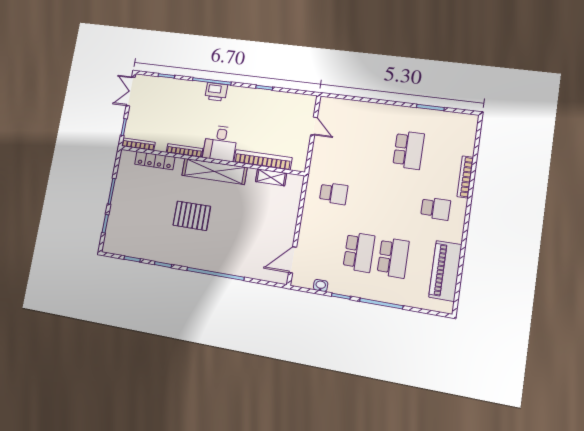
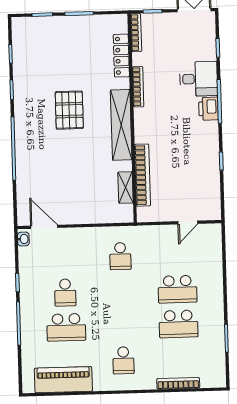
desk: (220, 143) -> (199, 79), moved, turned 180
school desk: (375, 146) -> (177, 289), added
bookcase: (465, 177) -> (178, 383), moved
school desk: (359, 252) -> (65, 293), width x0.54
washbasin: (321, 285) -> (23, 239), moved

